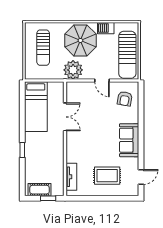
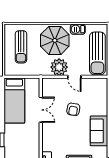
plant: (73, 70) -> (59, 67), moved
armchair: (125, 99) -> (73, 109), moved

